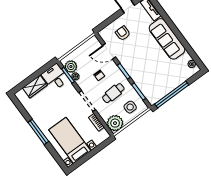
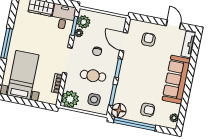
armchair: (170, 77) -> (148, 110), added
floor lamp: (153, 97) -> (119, 111), added

